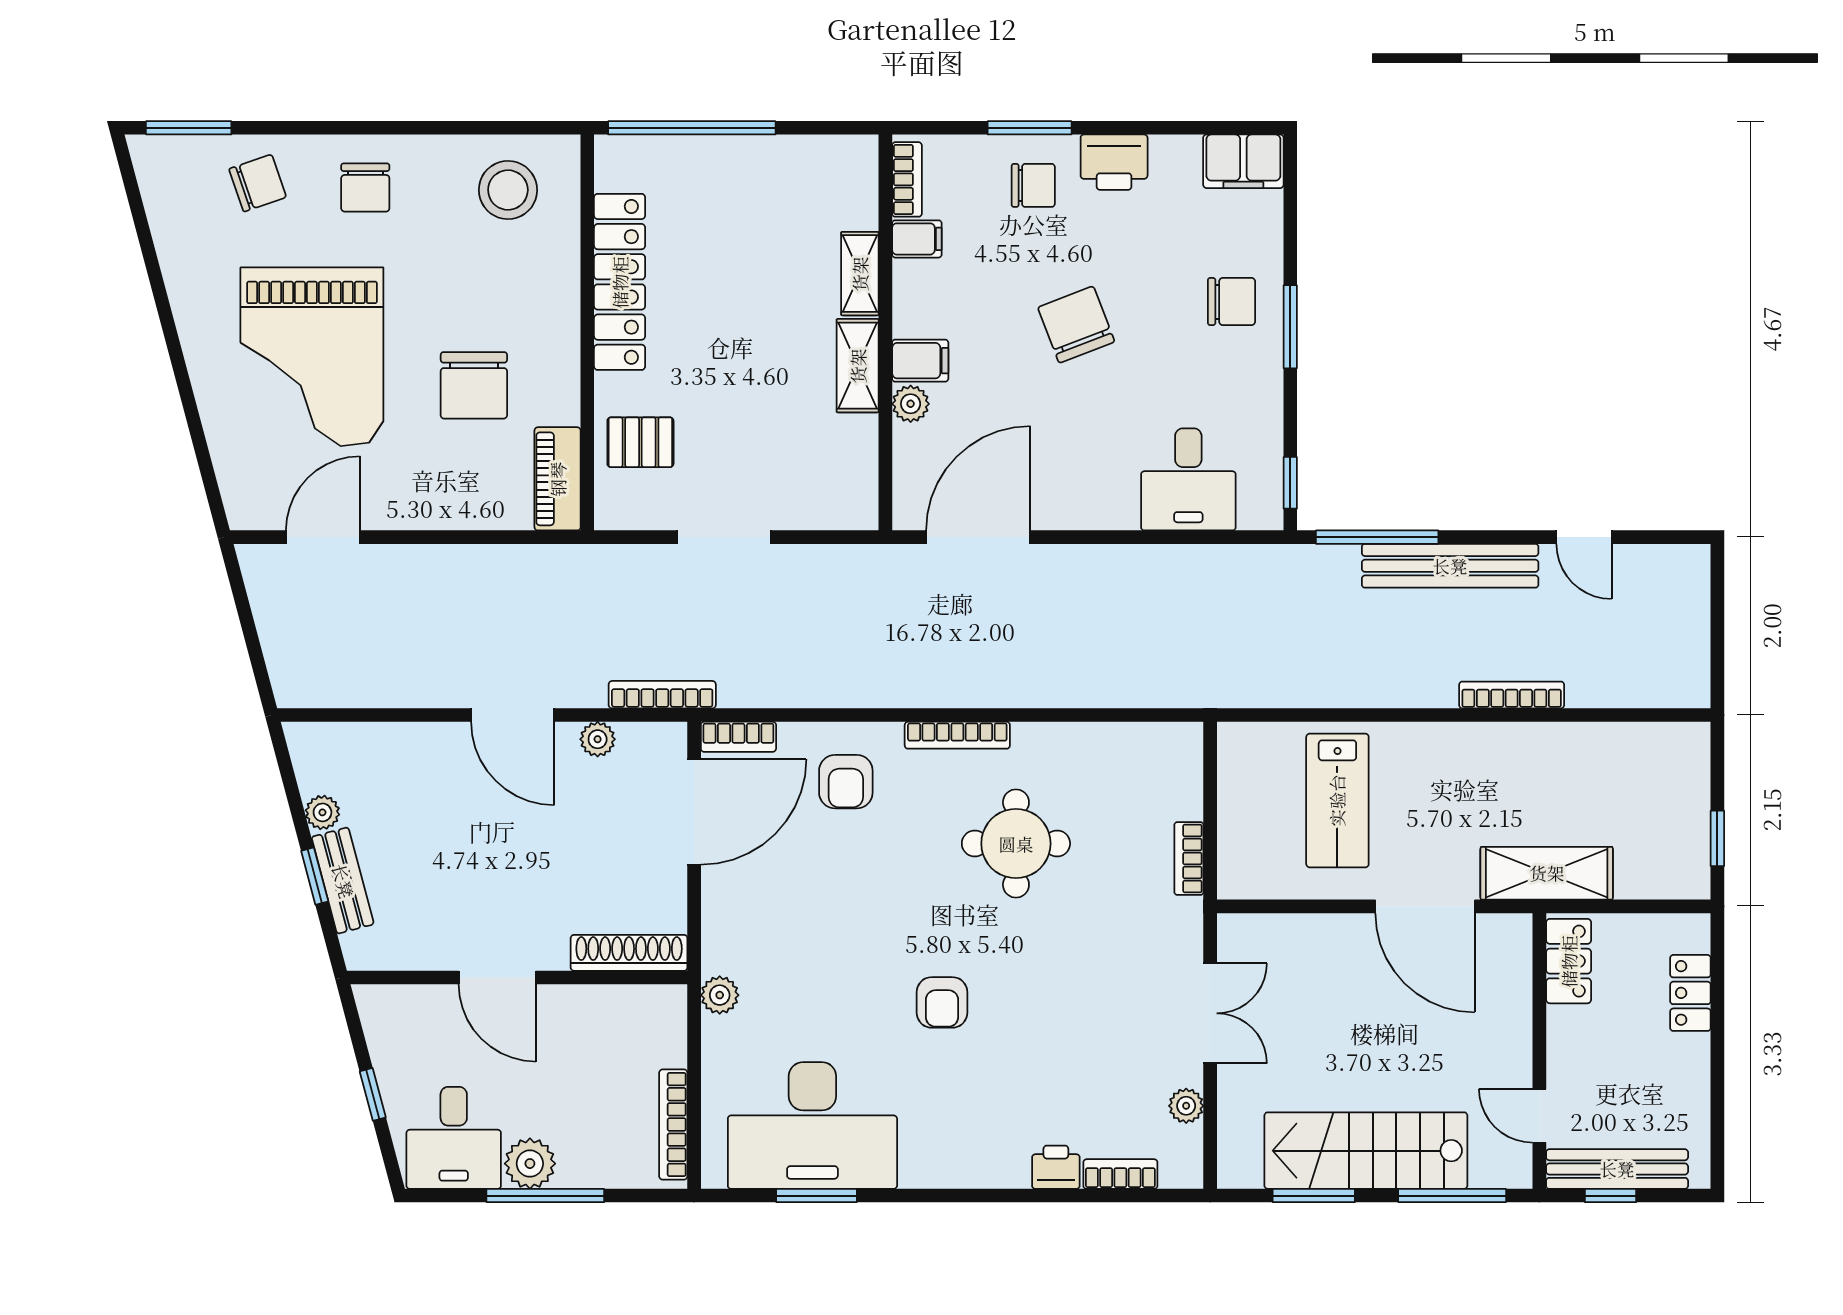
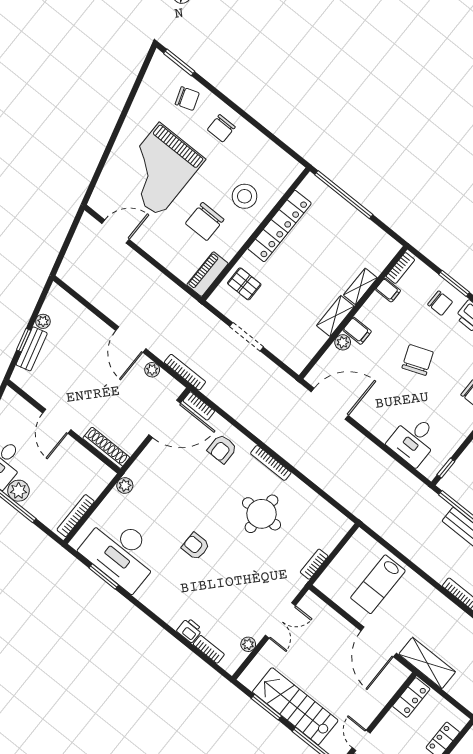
stool: (508, 190) -> (245, 196), moved
armchair: (942, 1002) -> (196, 546), turned 90

